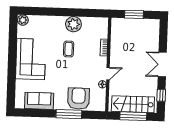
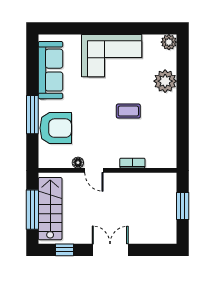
plant: (73, 24) -> (165, 81), moved
sofa: (39, 101) -> (50, 70), width x1.36

